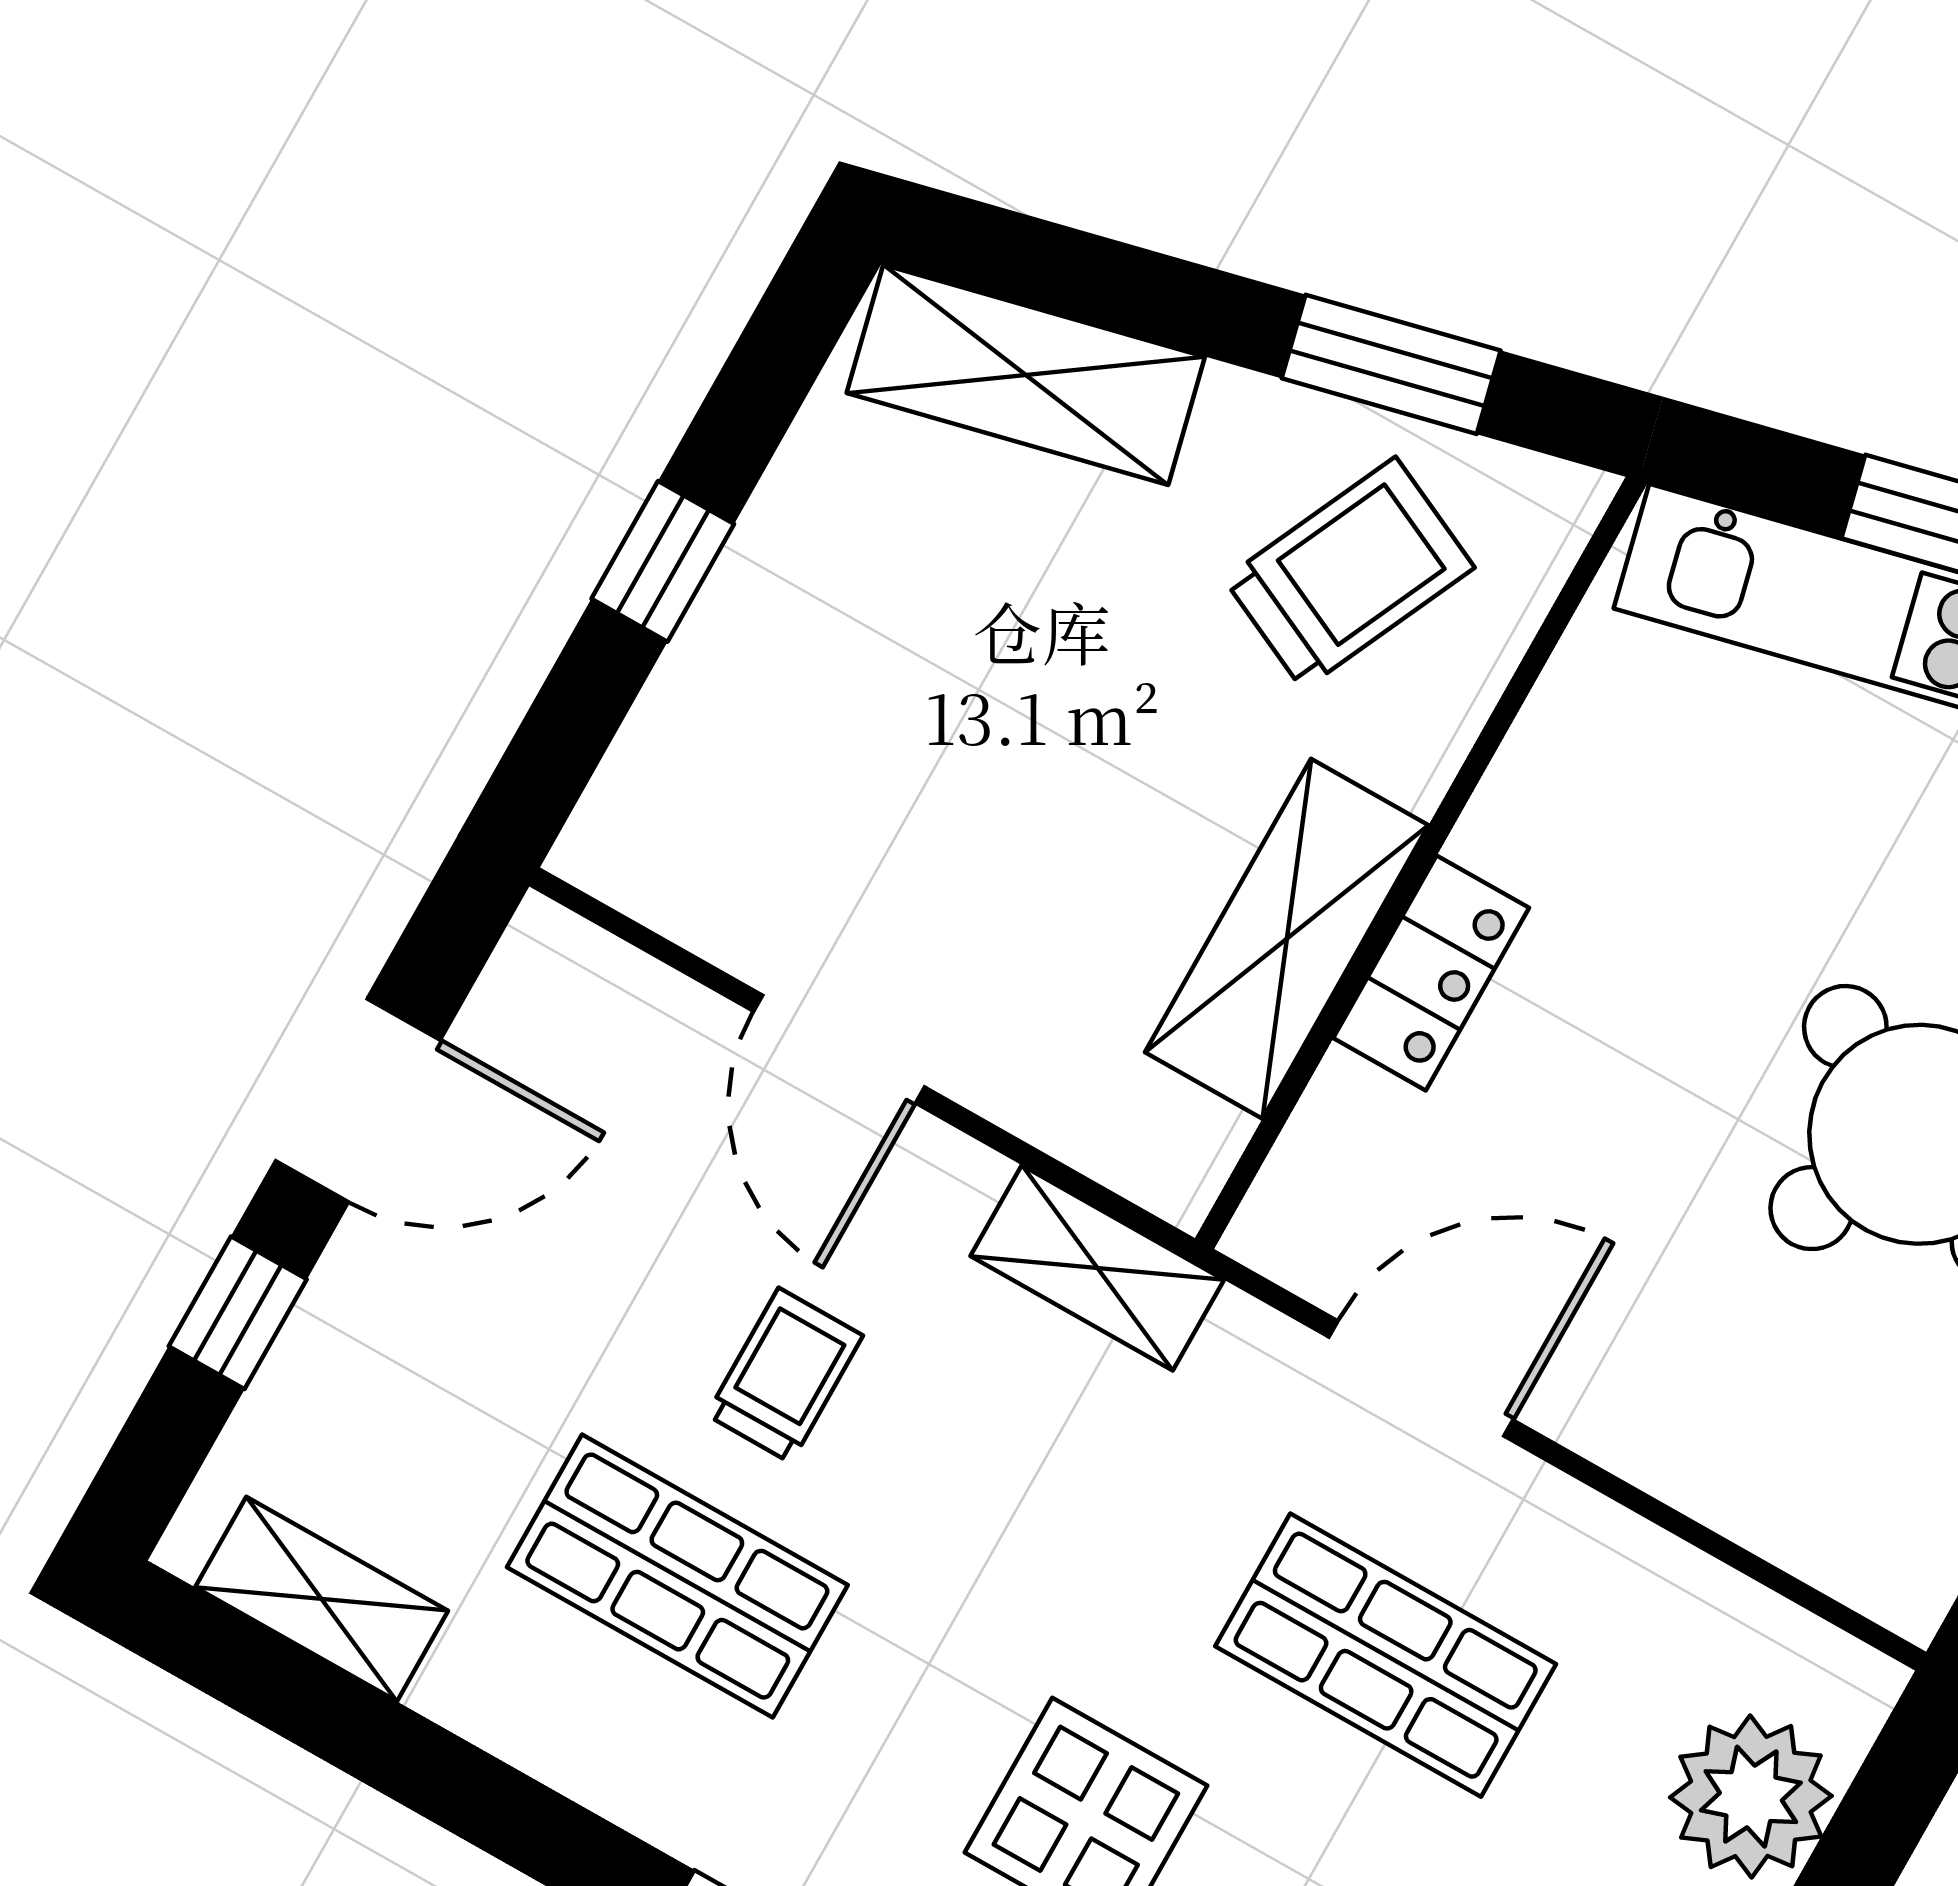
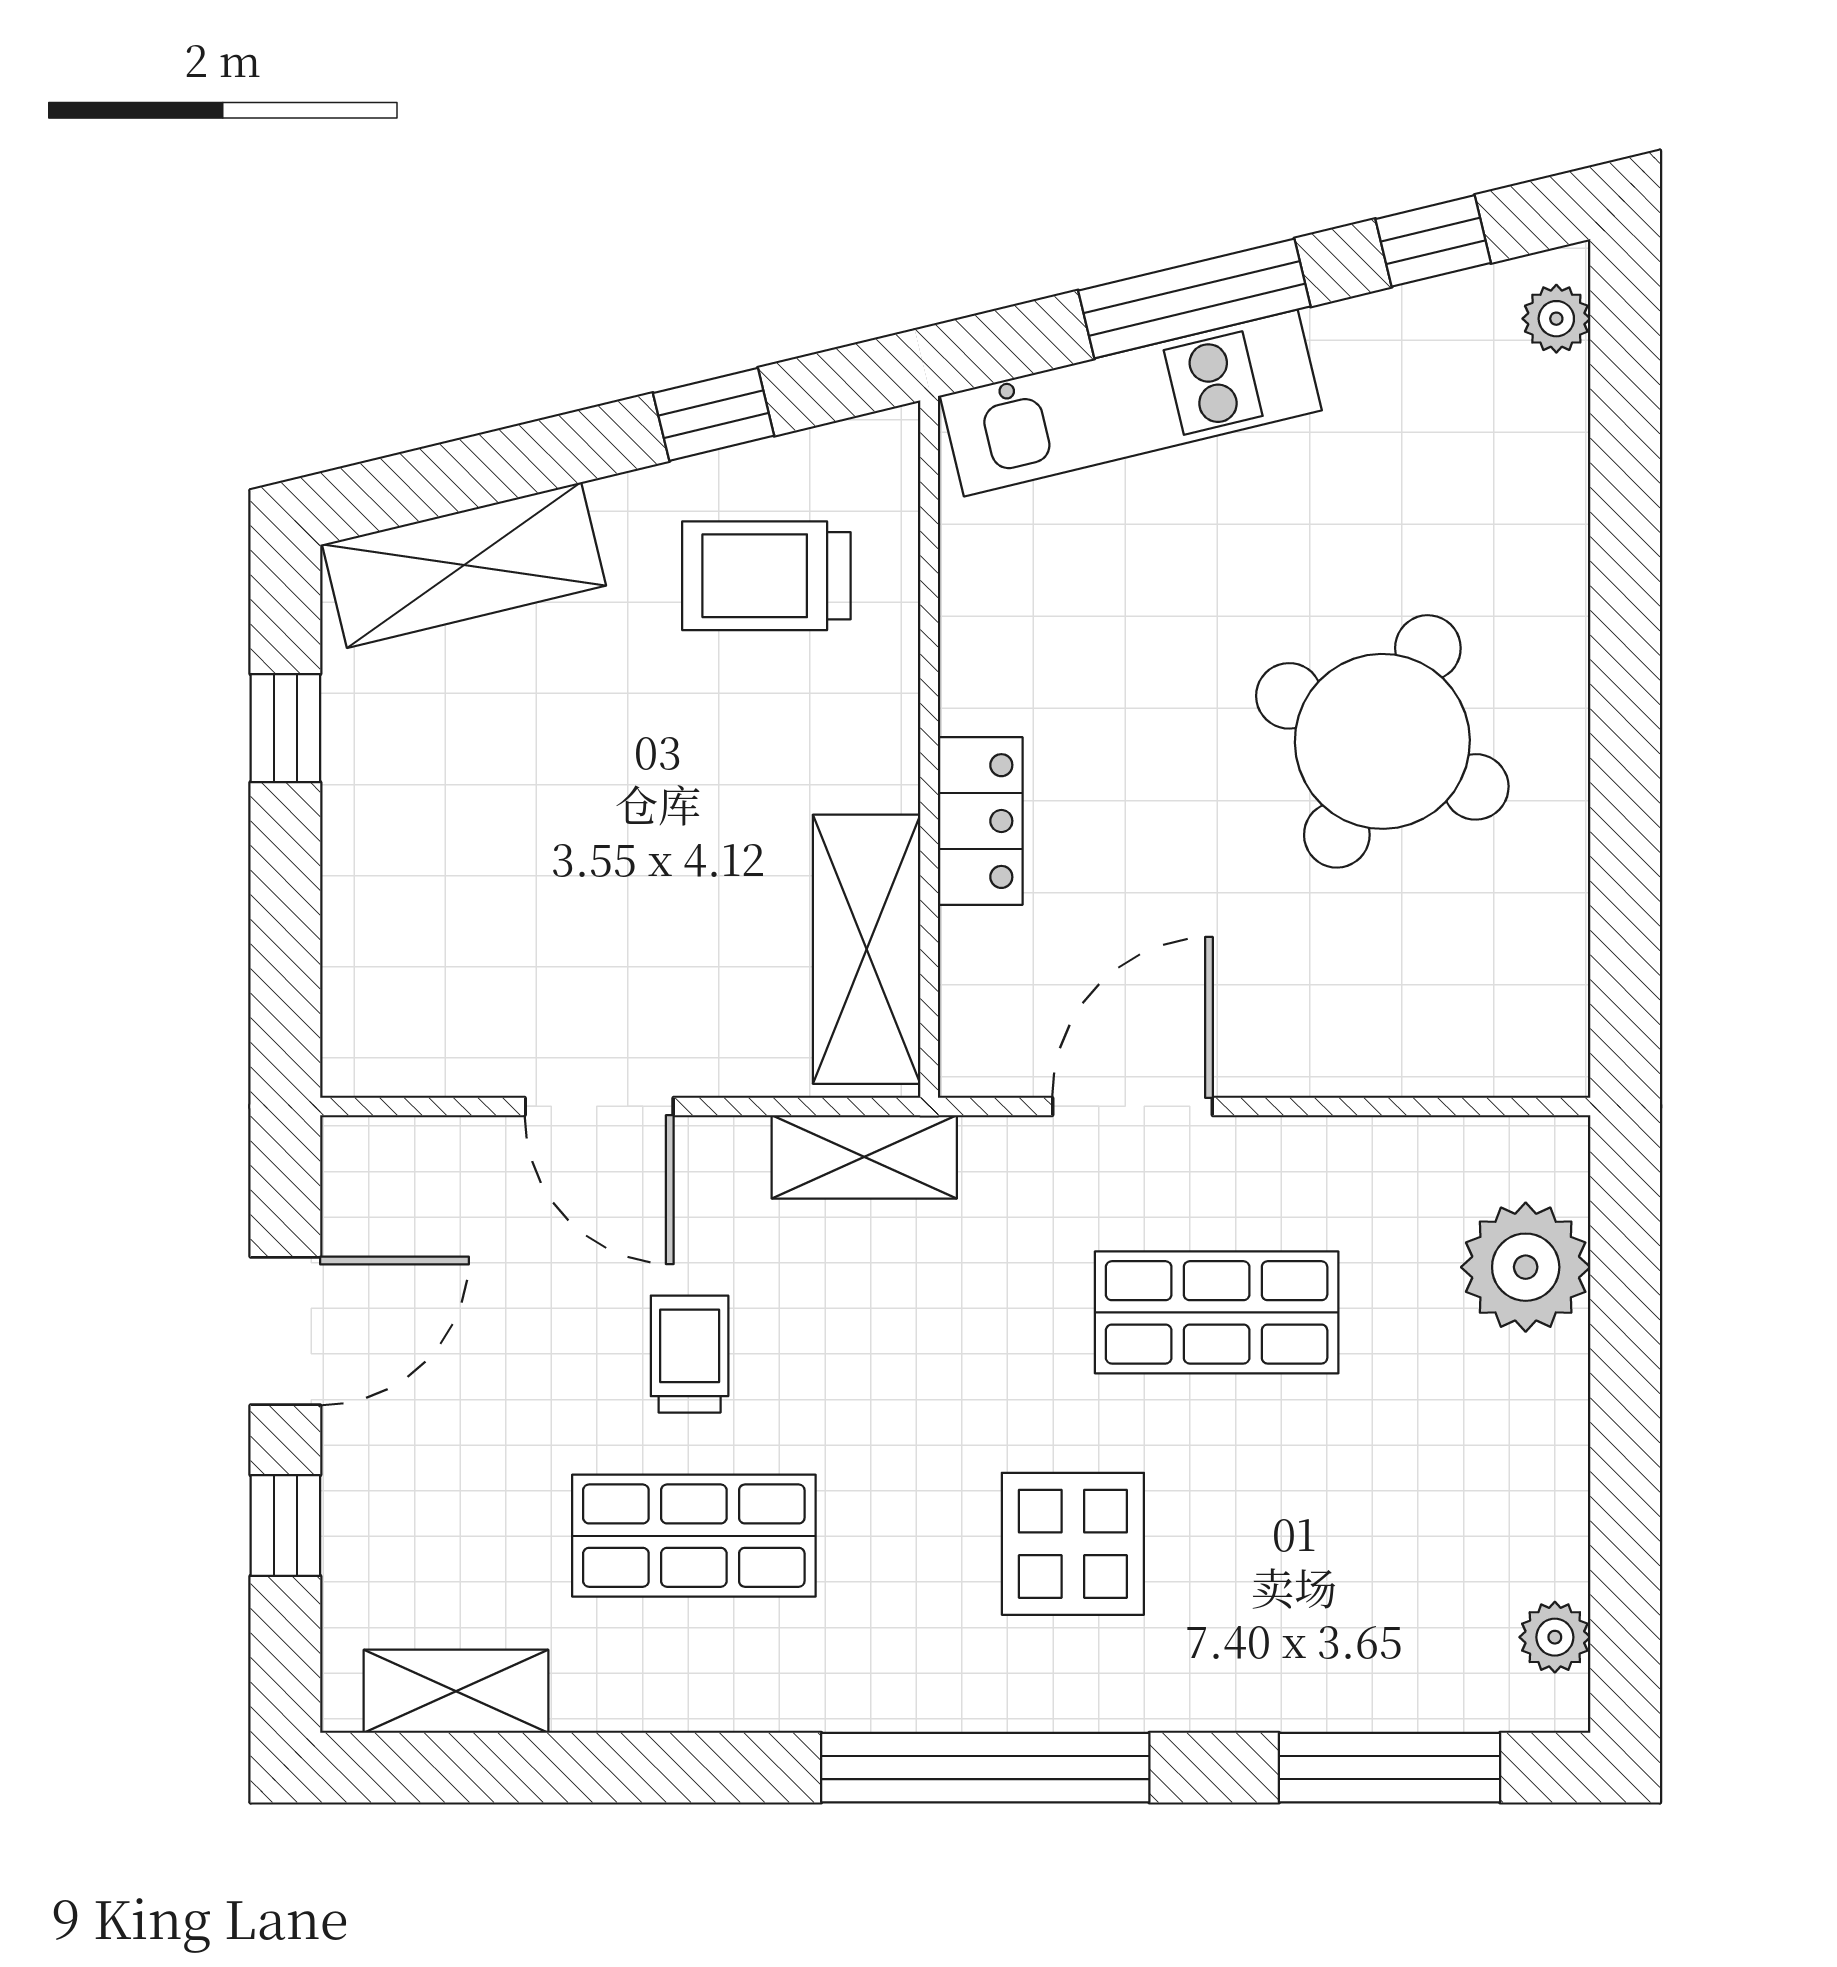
window: (1391, 364) -> (714, 414), width x0.67
window: (663, 561) -> (285, 728), moved
trolley: (1349, 573) -> (766, 576), turned -115
shelving: (1287, 939) -> (867, 949), moved

